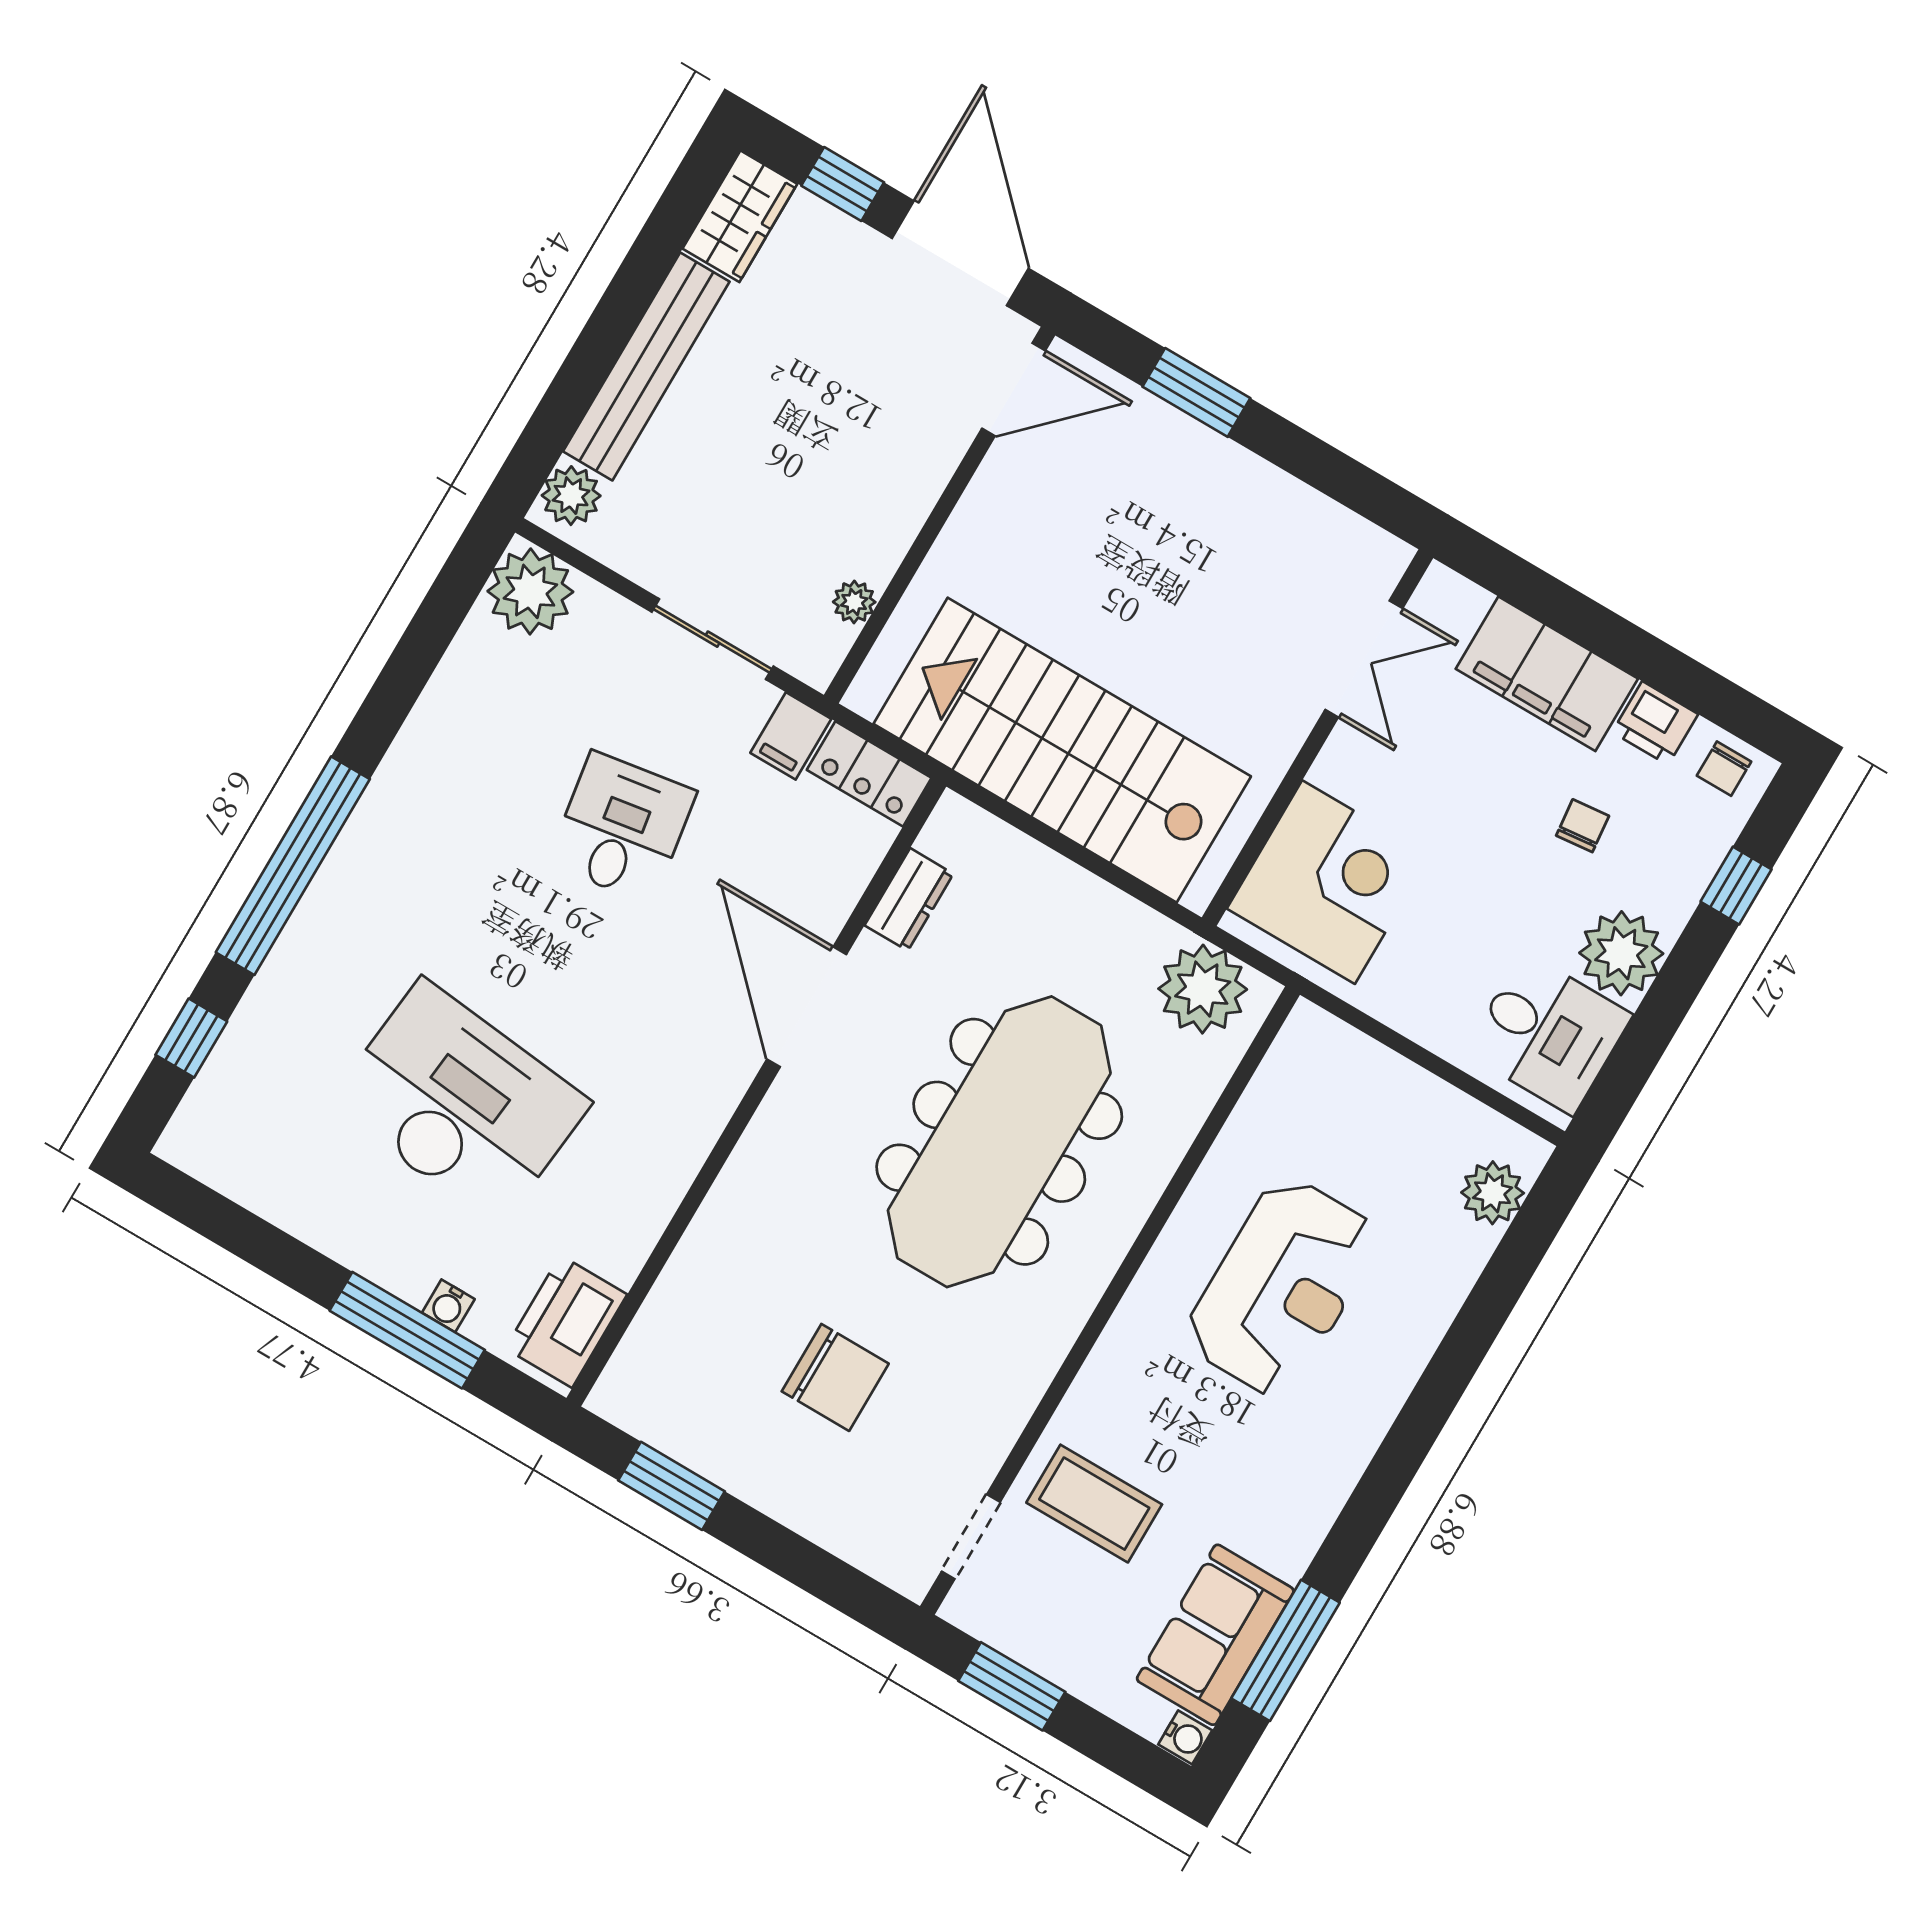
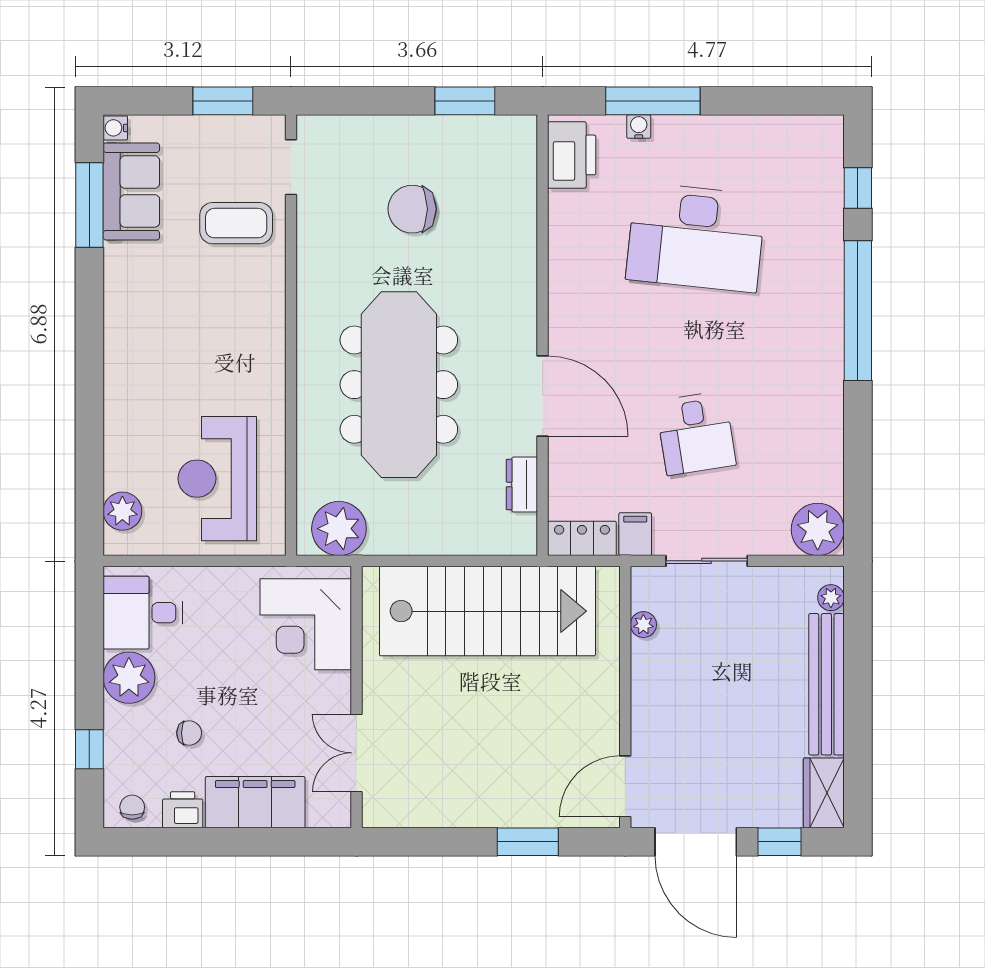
plant: (571, 496) -> (831, 598), width x0.73, depth x0.73
chair: (1583, 826) -> (189, 733), turned -84
reception desk: (1282, 1287) -> (217, 479), moved

